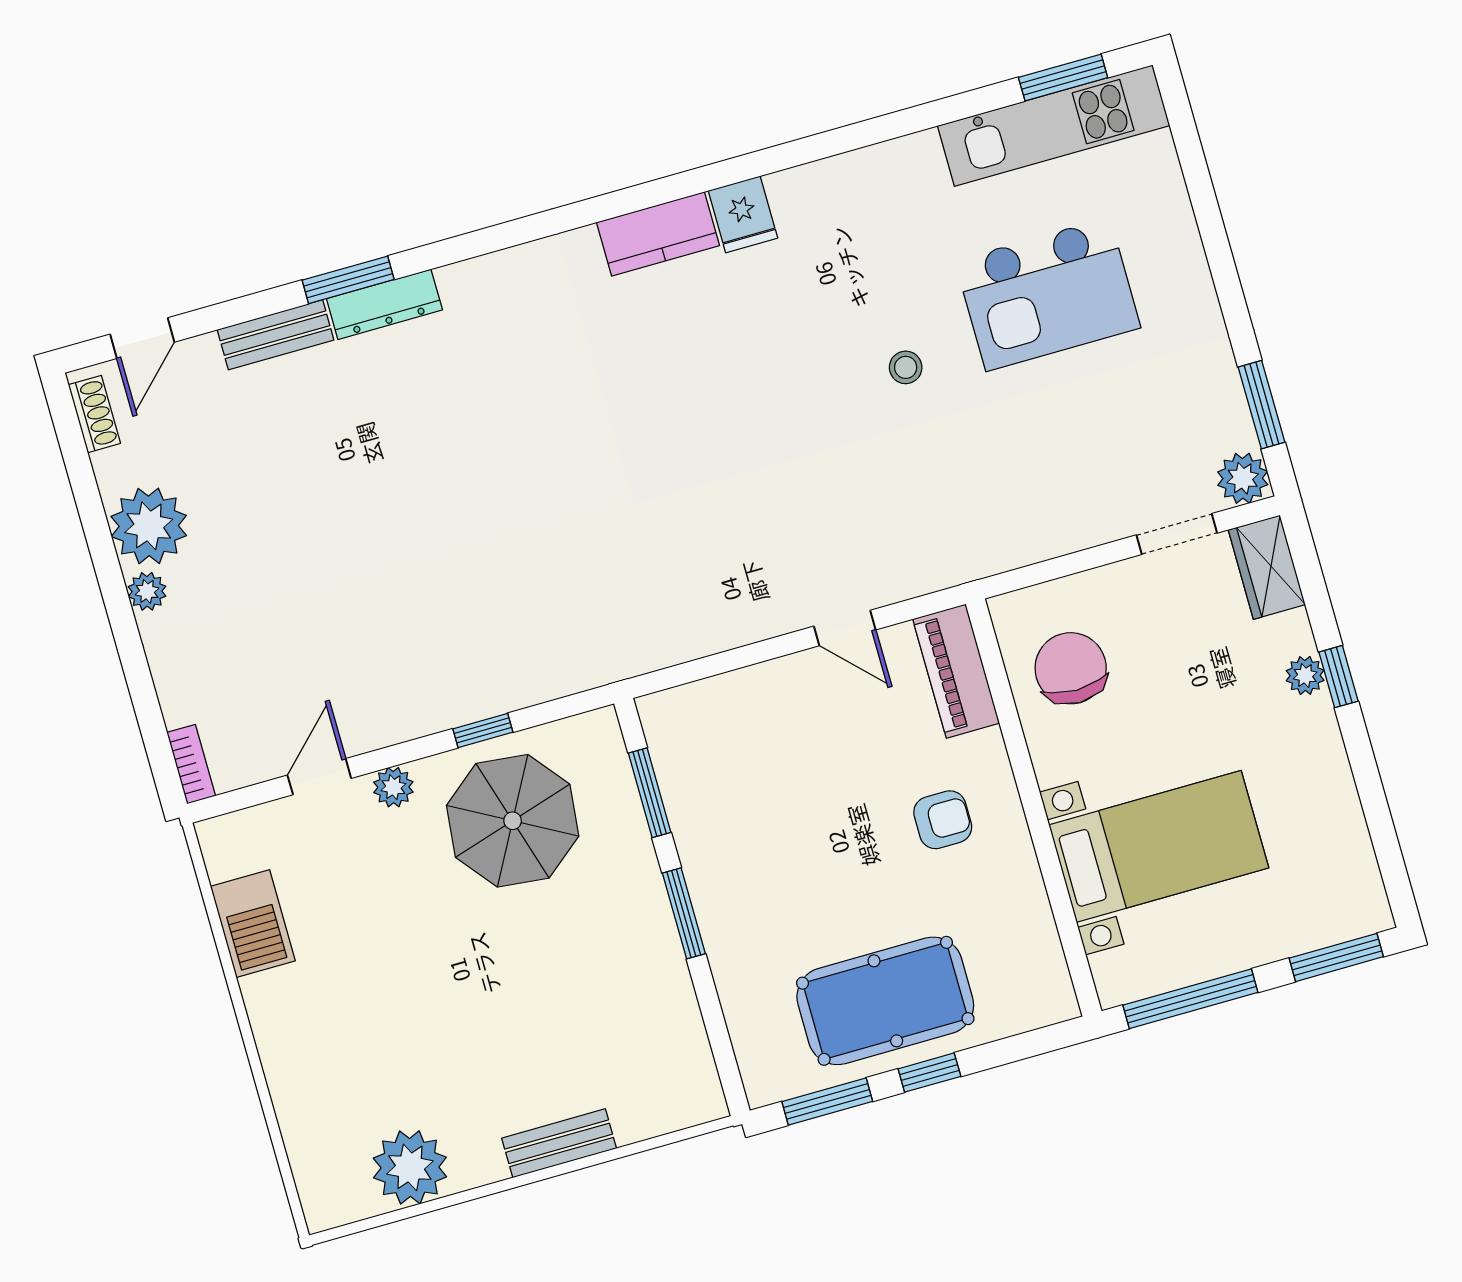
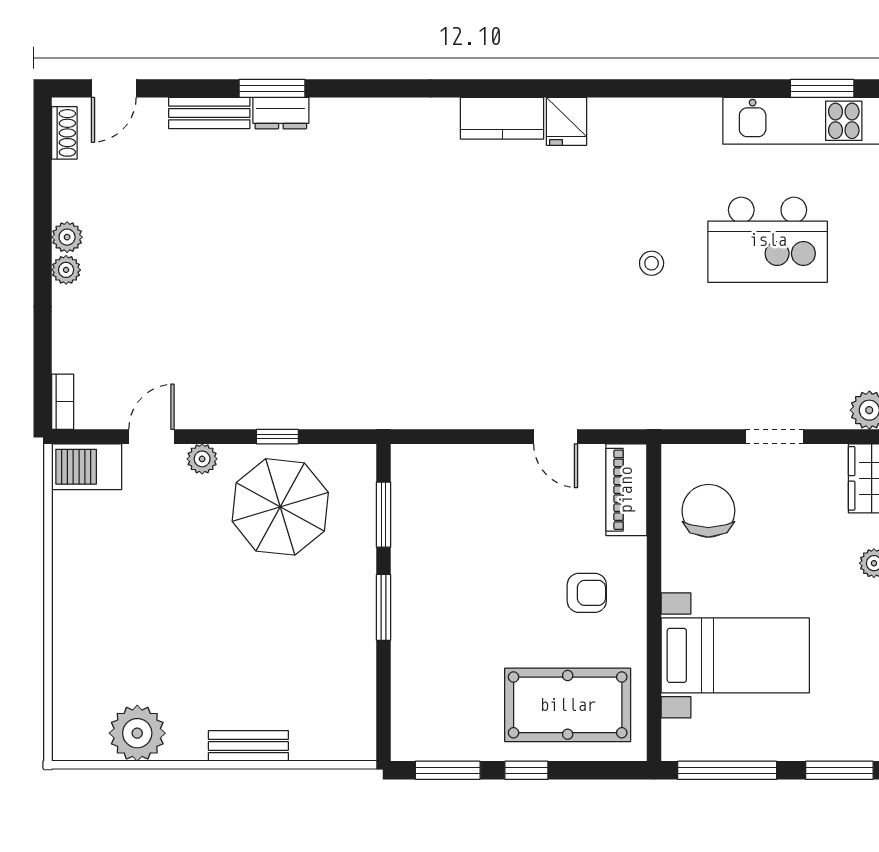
dresser: (384, 304) -> (281, 113), width x0.70
plant: (149, 526) -> (67, 237), width x0.53, depth x0.53
doorway: (1177, 534) -> (774, 437), moved
barbecue: (253, 924) -> (87, 467), moved, turned 90
pool table: (885, 1001) -> (568, 705), moved

